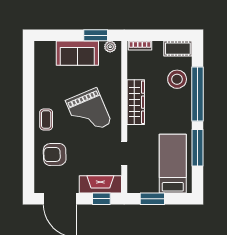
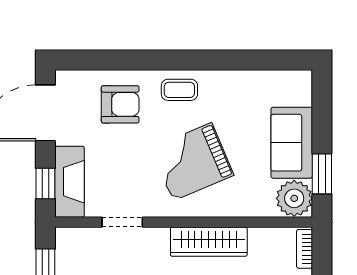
plant: (110, 47) -> (294, 198), width x1.87, depth x1.87
armchair: (55, 154) -> (120, 104), turned 91

